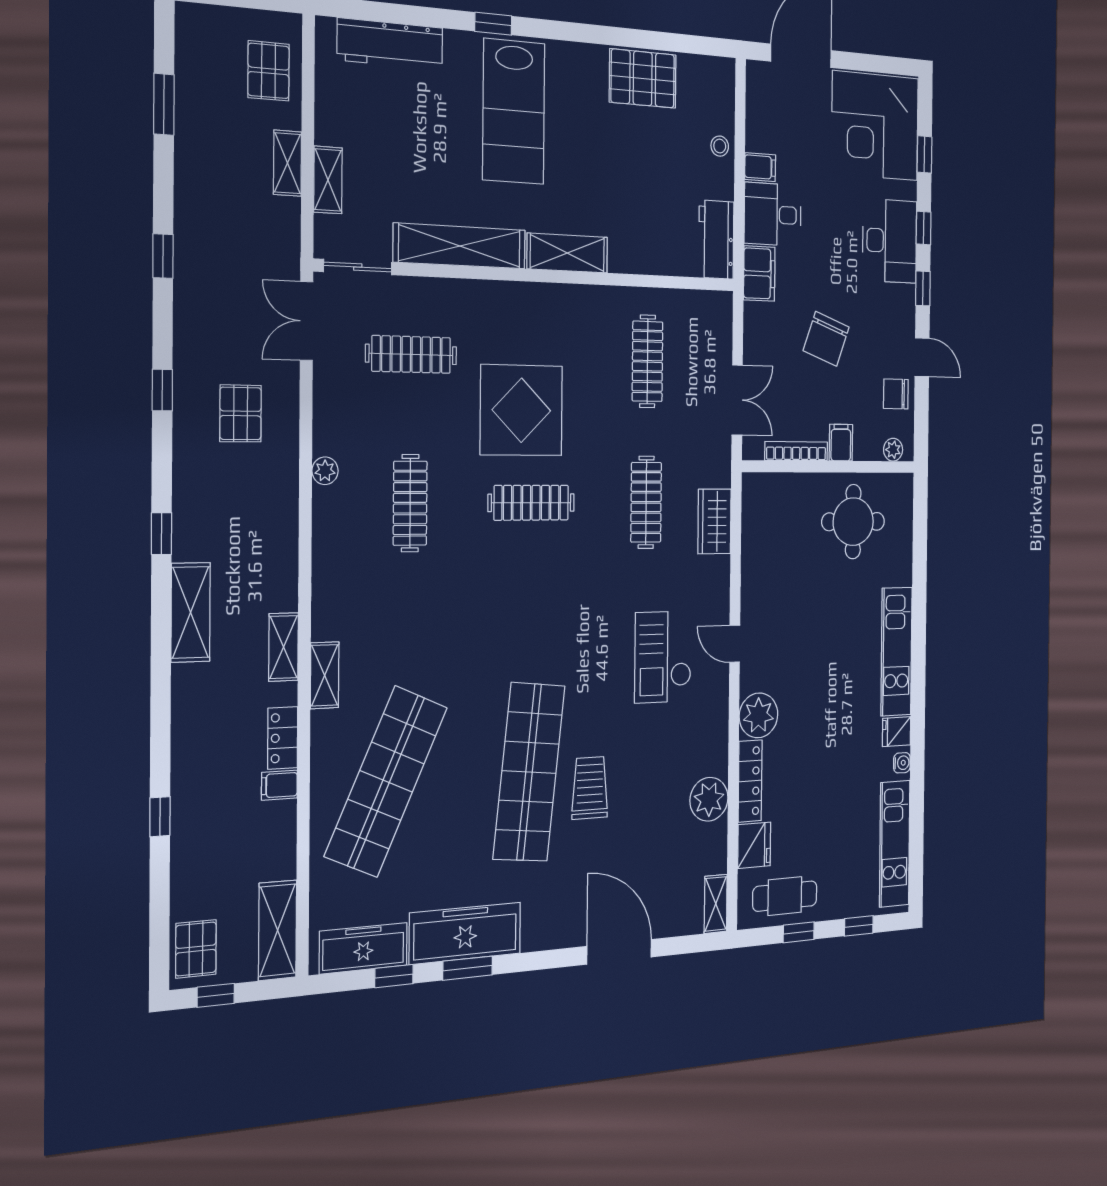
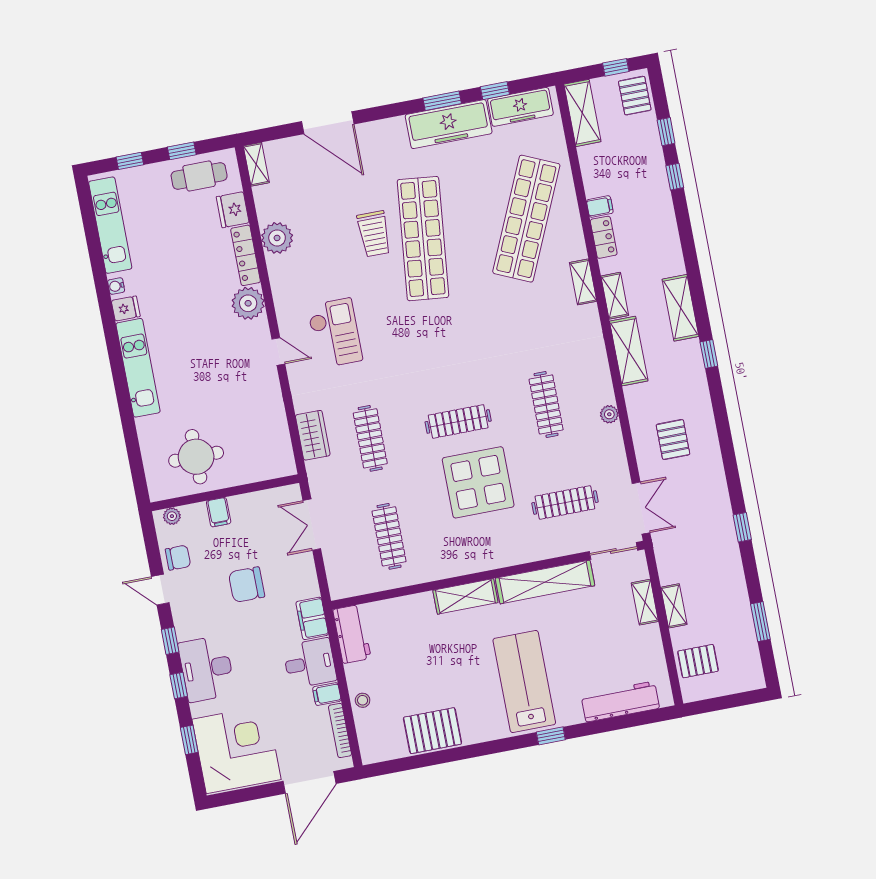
pallet: (269, 71) -> (698, 661), turned 90
chair: (826, 339) -> (247, 585), turned -110
window: (162, 390) -> (666, 132), moved
bookcase: (796, 451) -> (340, 730), moved, turned 90
shelving: (279, 560) -> (629, 351), added

